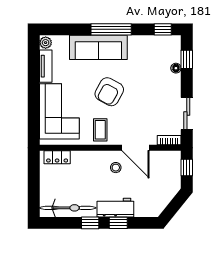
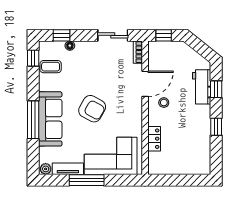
window: (111, 29) -> (33, 120), moved
window: (34, 86) -> (87, 180), added
coffee table: (100, 130) -> (51, 67), moved
locker: (57, 157) -> (154, 139), moved
bicycle: (68, 208) -> (202, 148), removed
workbench: (115, 208) -> (202, 87), moved
window: (118, 223) -> (216, 89), moved

